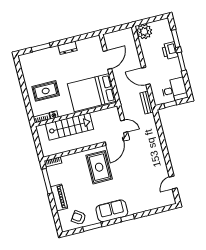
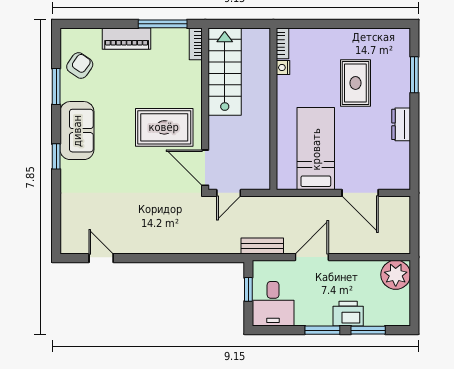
rug: (46, 91) -> (355, 83), moved
bed: (92, 93) -> (316, 149), width x0.67
stairs: (69, 127) -> (225, 72), moved, turned 180

